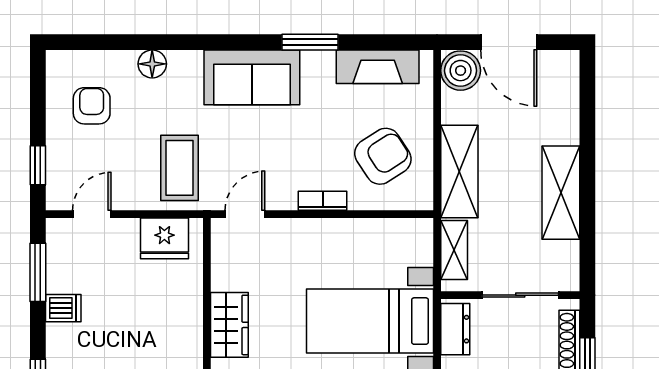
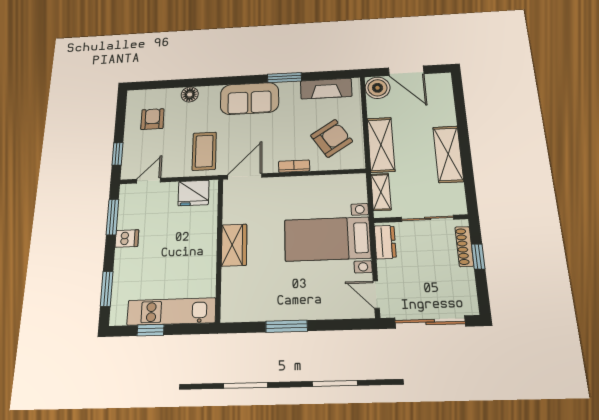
door: (245, 214) -> (245, 176), width x1.38

